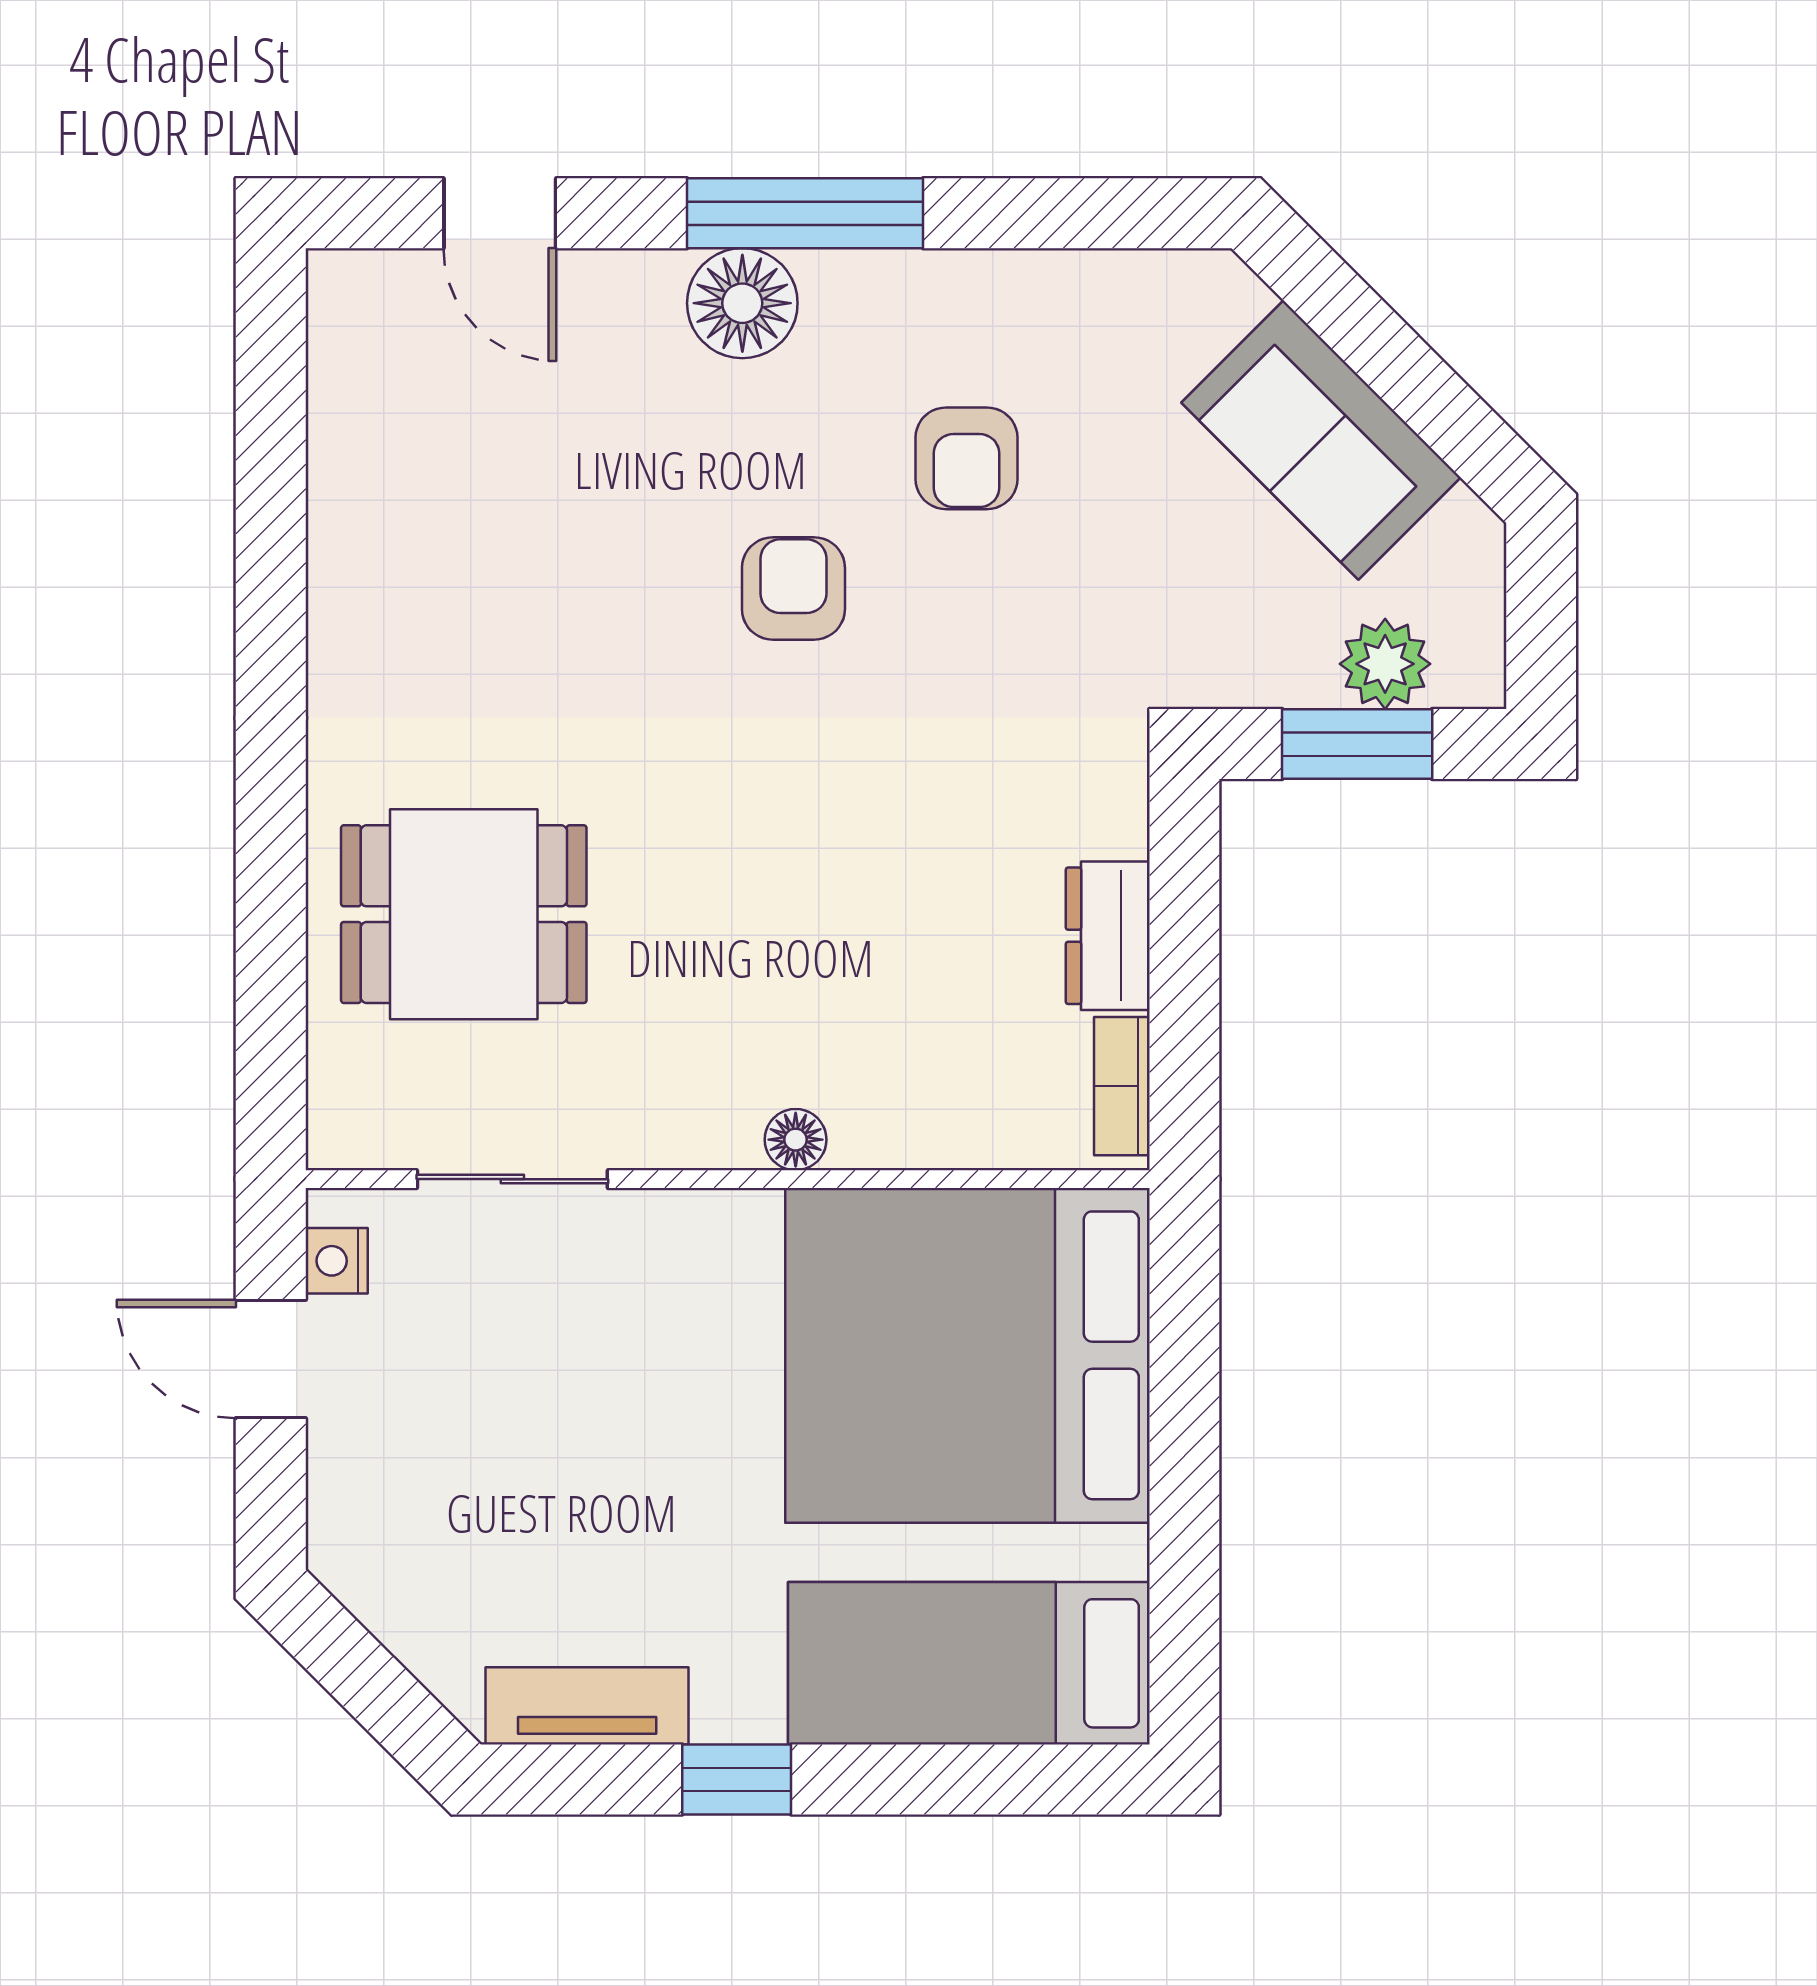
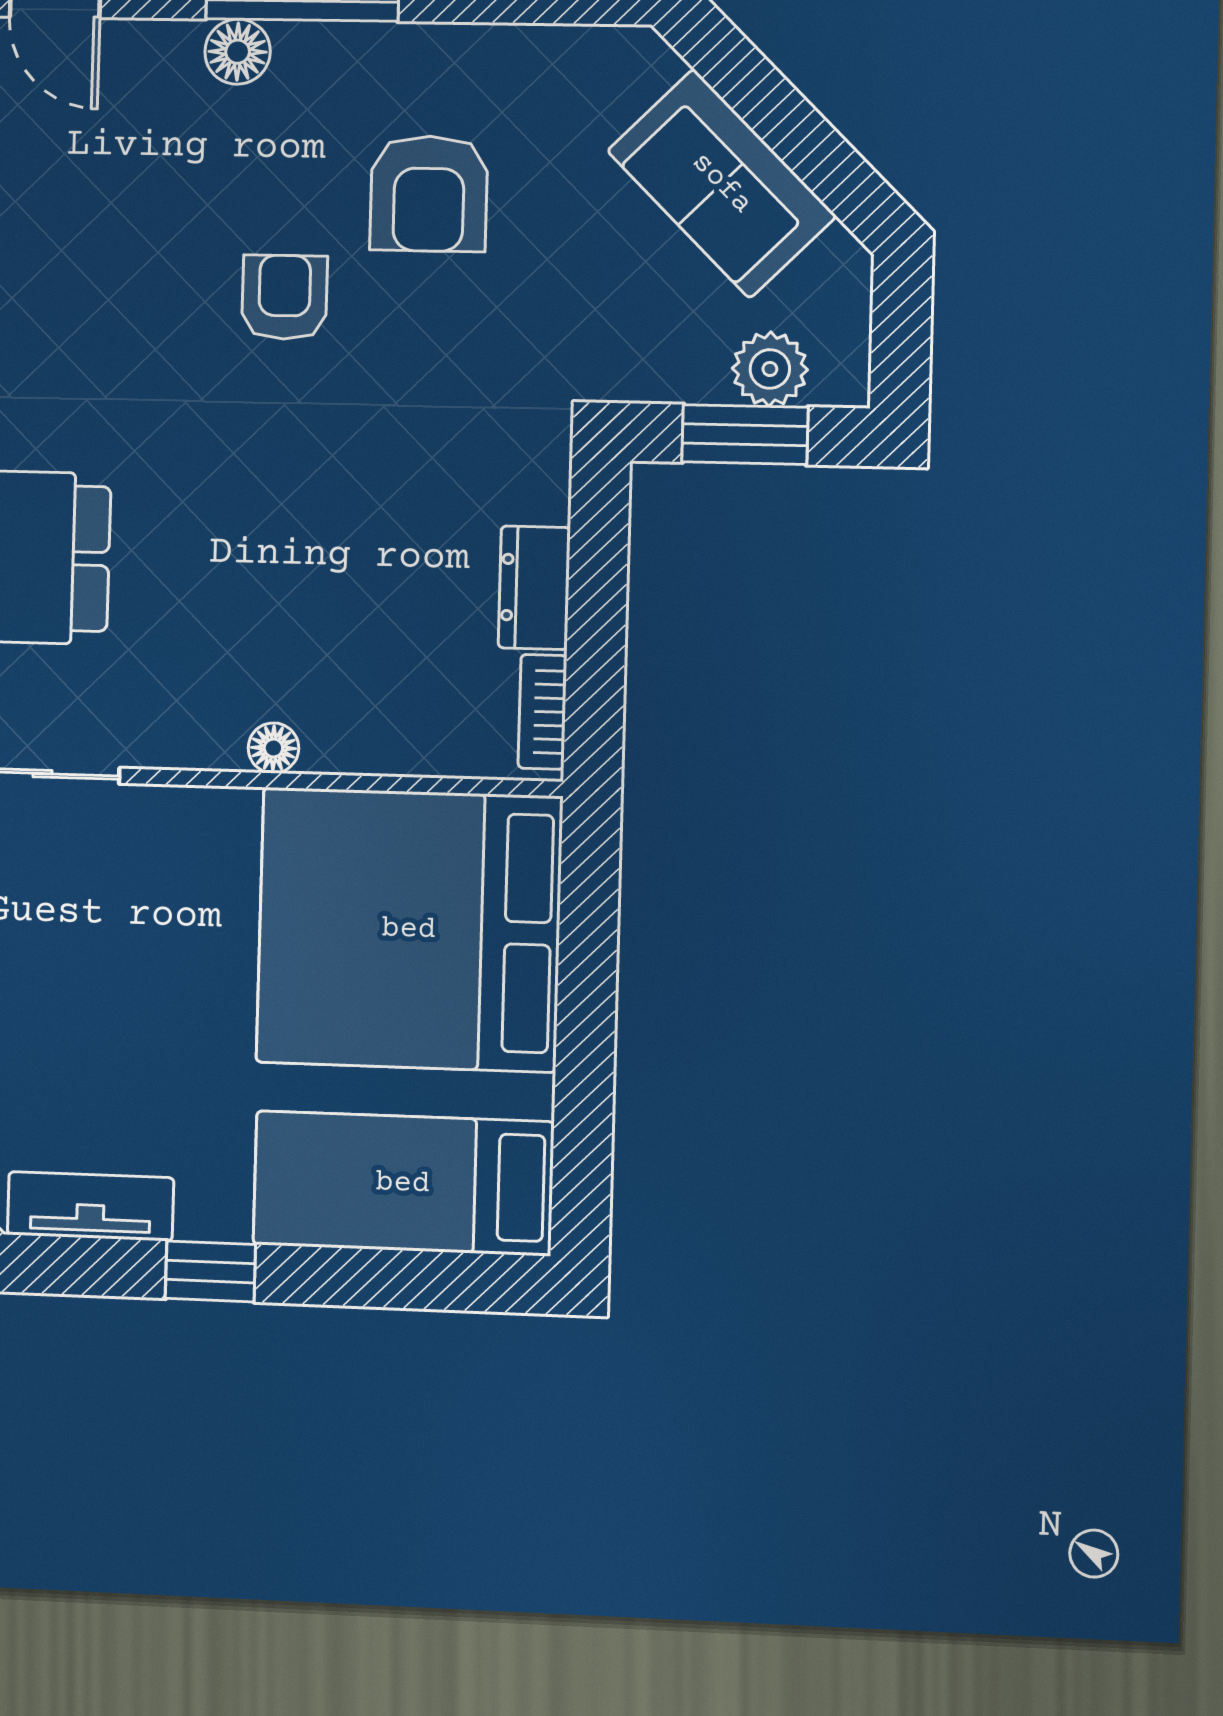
floor lamp: (742, 303) -> (238, 52), width x0.73, depth x0.73
armchair: (966, 458) -> (429, 194), width x1.38, depth x1.38

